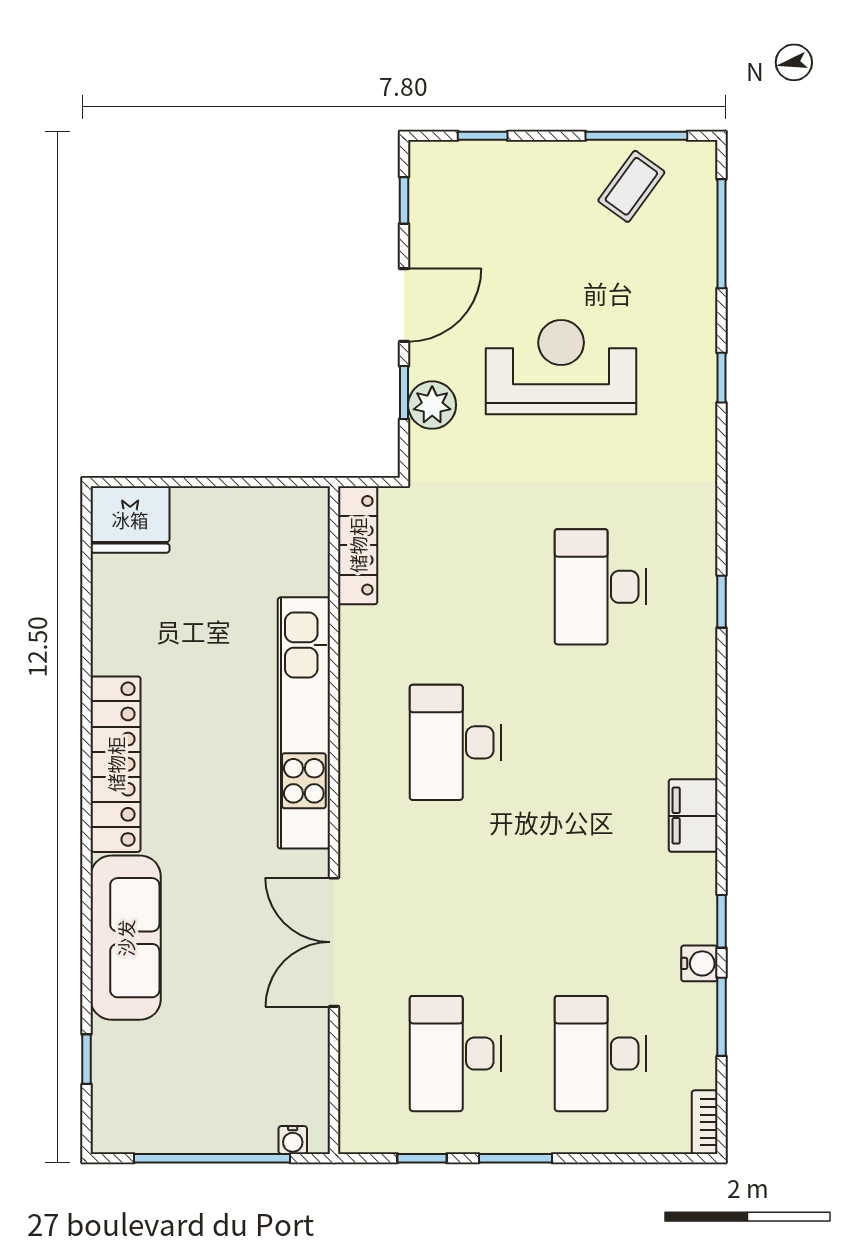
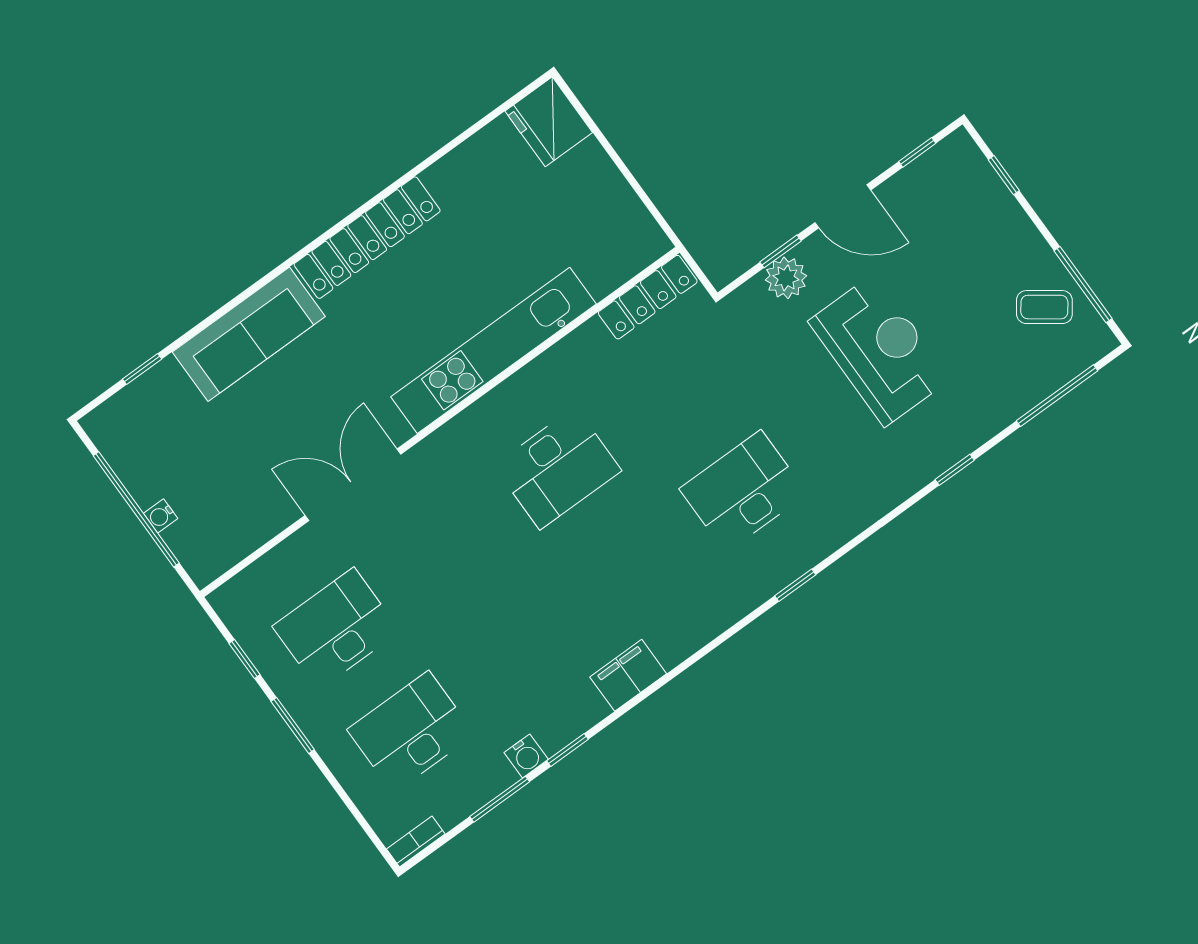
desk: (455, 742) -> (558, 468), turned 180
water cooler: (293, 1140) -> (161, 516), moved

